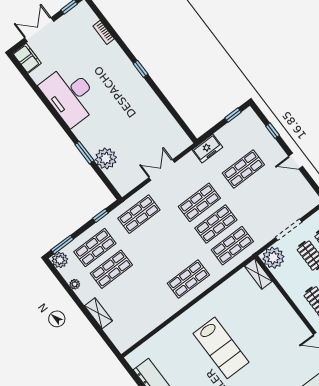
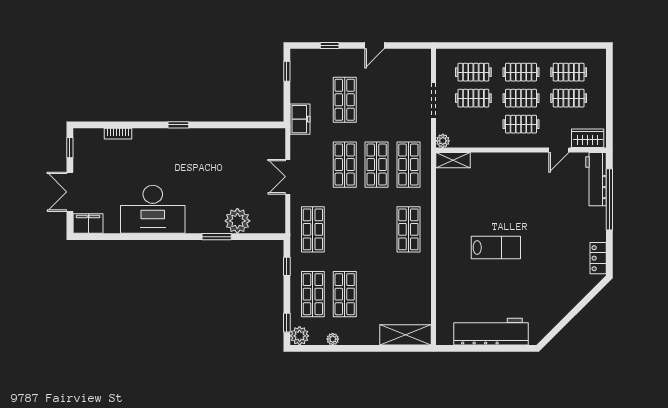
window: (62, 245) -> (287, 323), width x0.67
plant: (273, 258) -> (443, 141), width x0.53, depth x0.53
shelving: (99, 313) -> (405, 335), moved, width x1.50, depth x1.33
lab bench: (221, 348) -> (496, 247), width x0.73, depth x0.72

